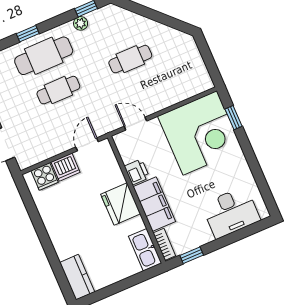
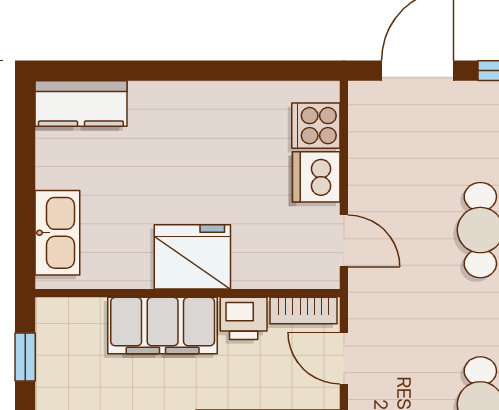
door: (135, 124) -> (344, 358), swing flipped
bookcase: (164, 244) -> (304, 311), moved
kitchen sink: (145, 250) -> (57, 233), moved, turned 90

